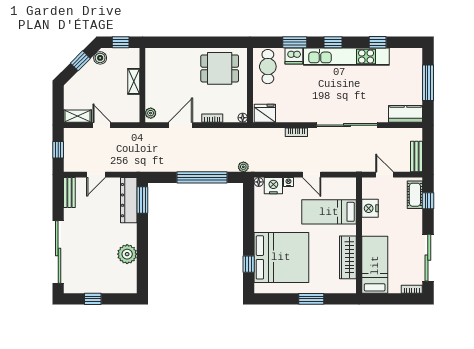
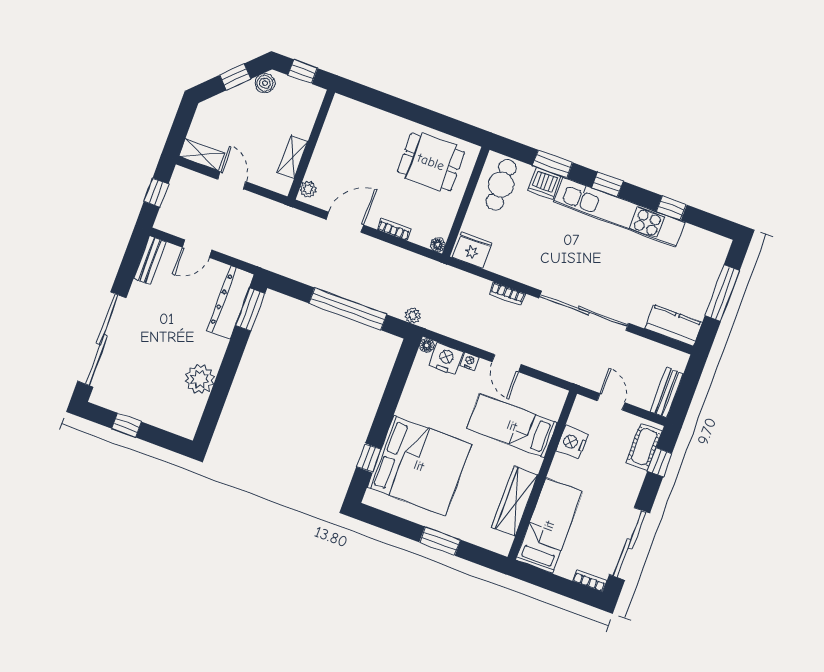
shelving: (134, 81) -> (293, 157), moved

